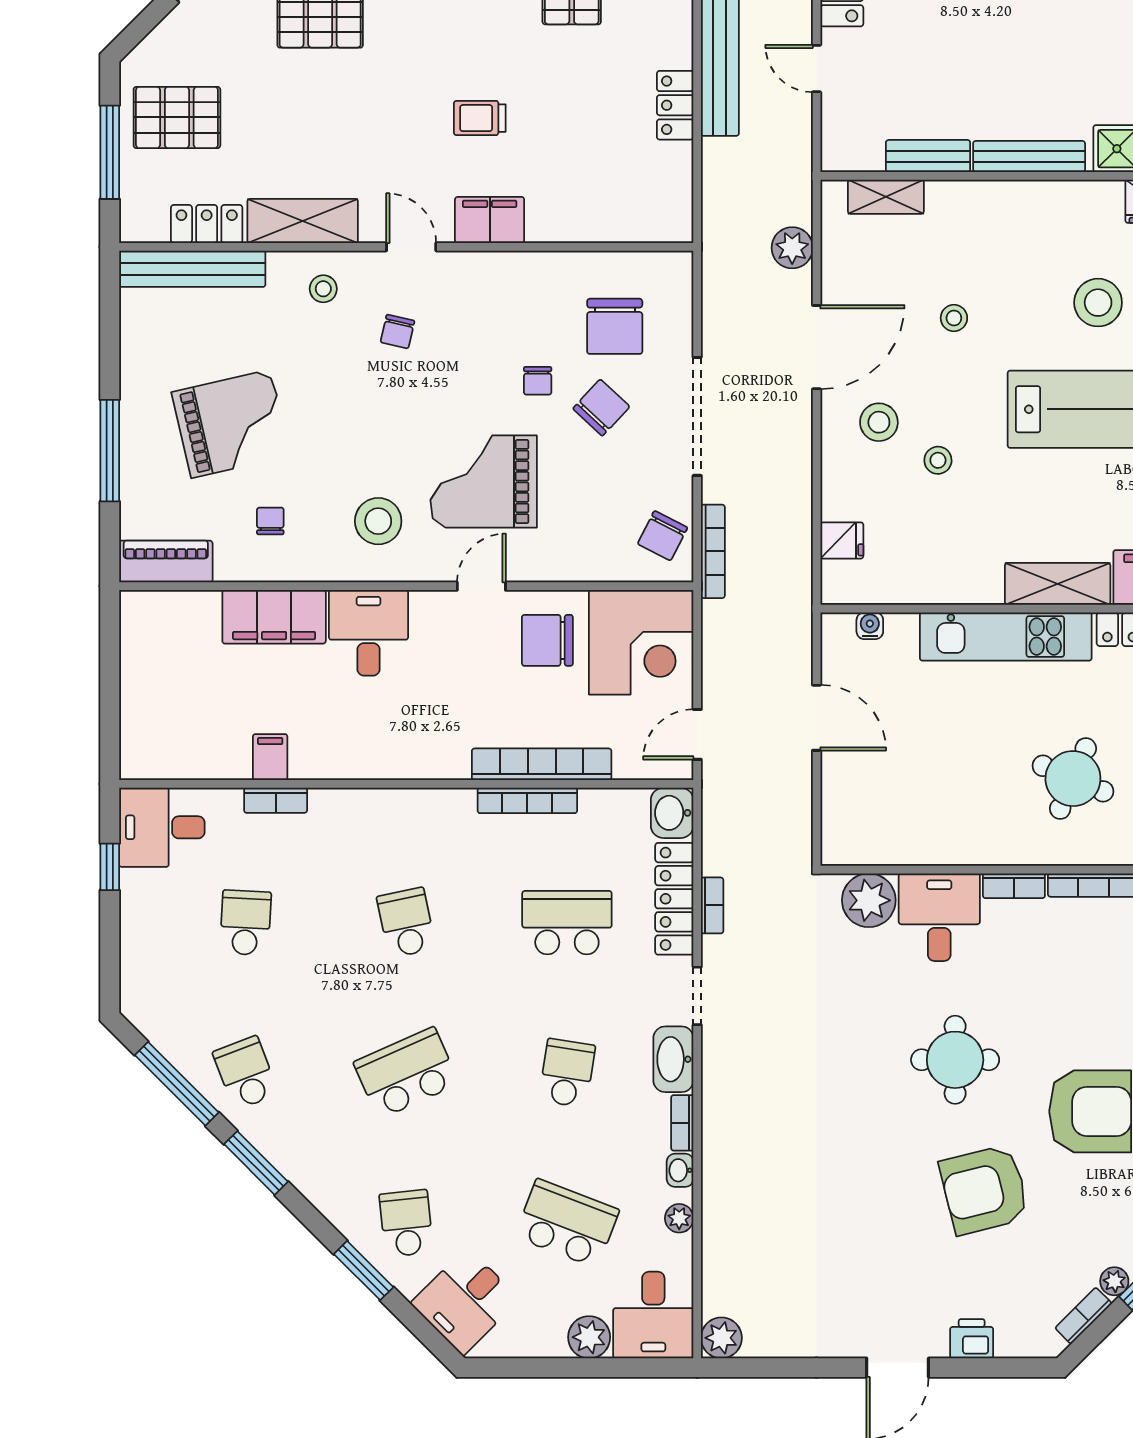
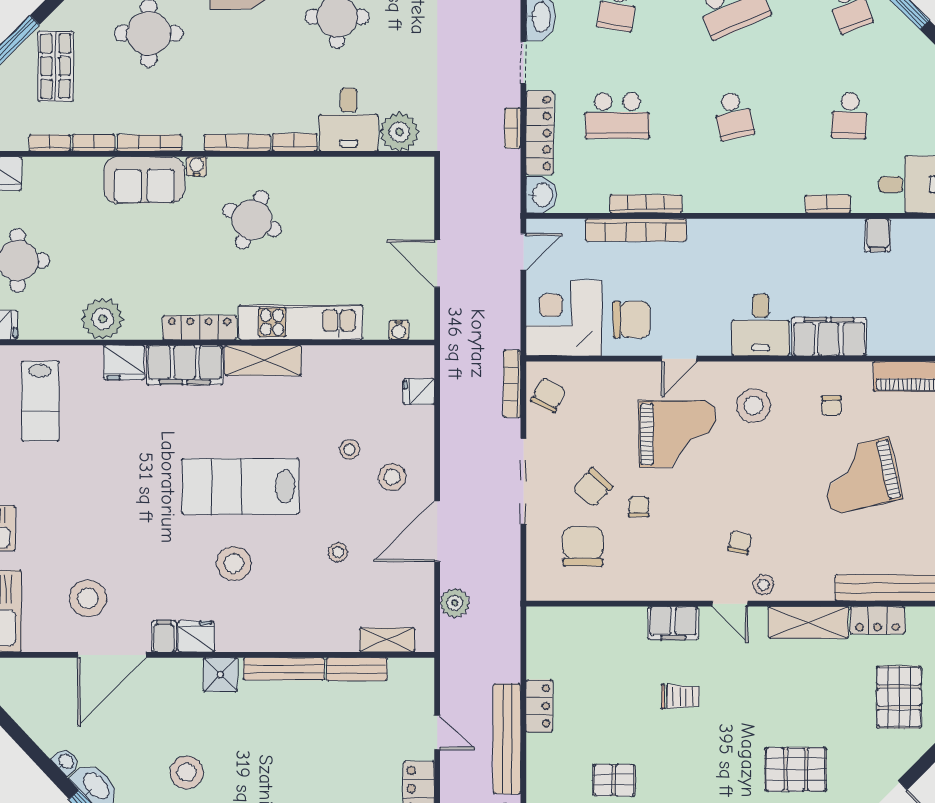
pallet: (177, 117) -> (899, 697), turned 90
stool: (323, 289) -> (763, 585), moved
filing cabinet: (270, 757) -> (878, 235), moved

